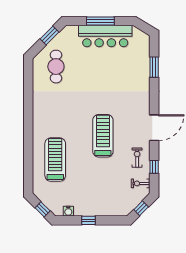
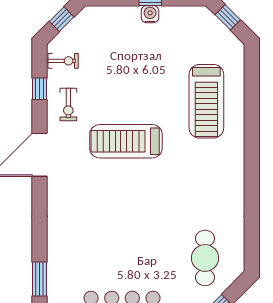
window: (154, 67) -> (40, 279), moved
treadmill: (103, 136) -> (126, 141), turned 90
water cooler: (68, 211) -> (150, 14), moved

